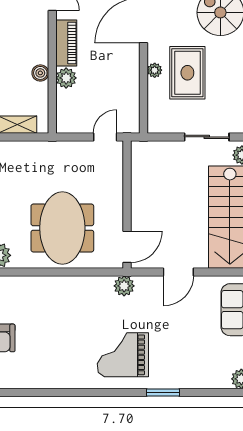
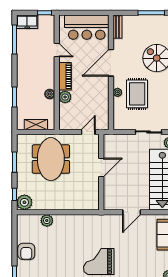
meeting table: (62, 228) -> (51, 159), moved
door: (127, 247) -> (101, 167), moved
plant: (124, 286) -> (47, 221), moved

